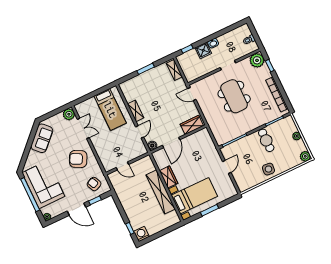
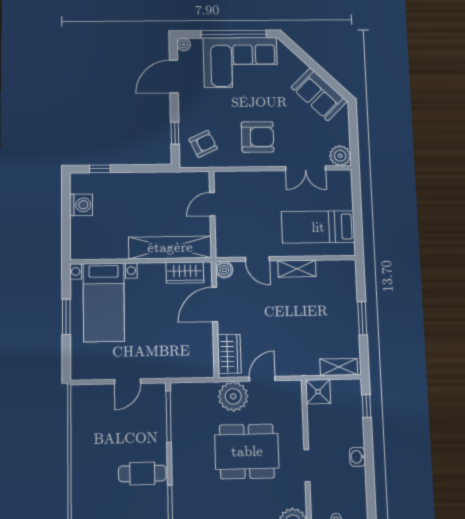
shower: (203, 50) -> (318, 392), moved
door: (192, 94) -> (262, 379), moved
plant: (211, 114) -> (233, 396), added
door: (171, 143) -> (215, 304), hinge flipped
armchair: (78, 159) -> (258, 137), turned 63
door: (227, 167) -> (128, 381), hinge flipped
side table: (268, 169) -> (89, 454), removed
wardrobe: (169, 177) -> (185, 273), moved
shelving: (161, 192) -> (170, 247), moved
door: (77, 209) -> (174, 77), moved
washing machine: (141, 234) -> (81, 205), moved

